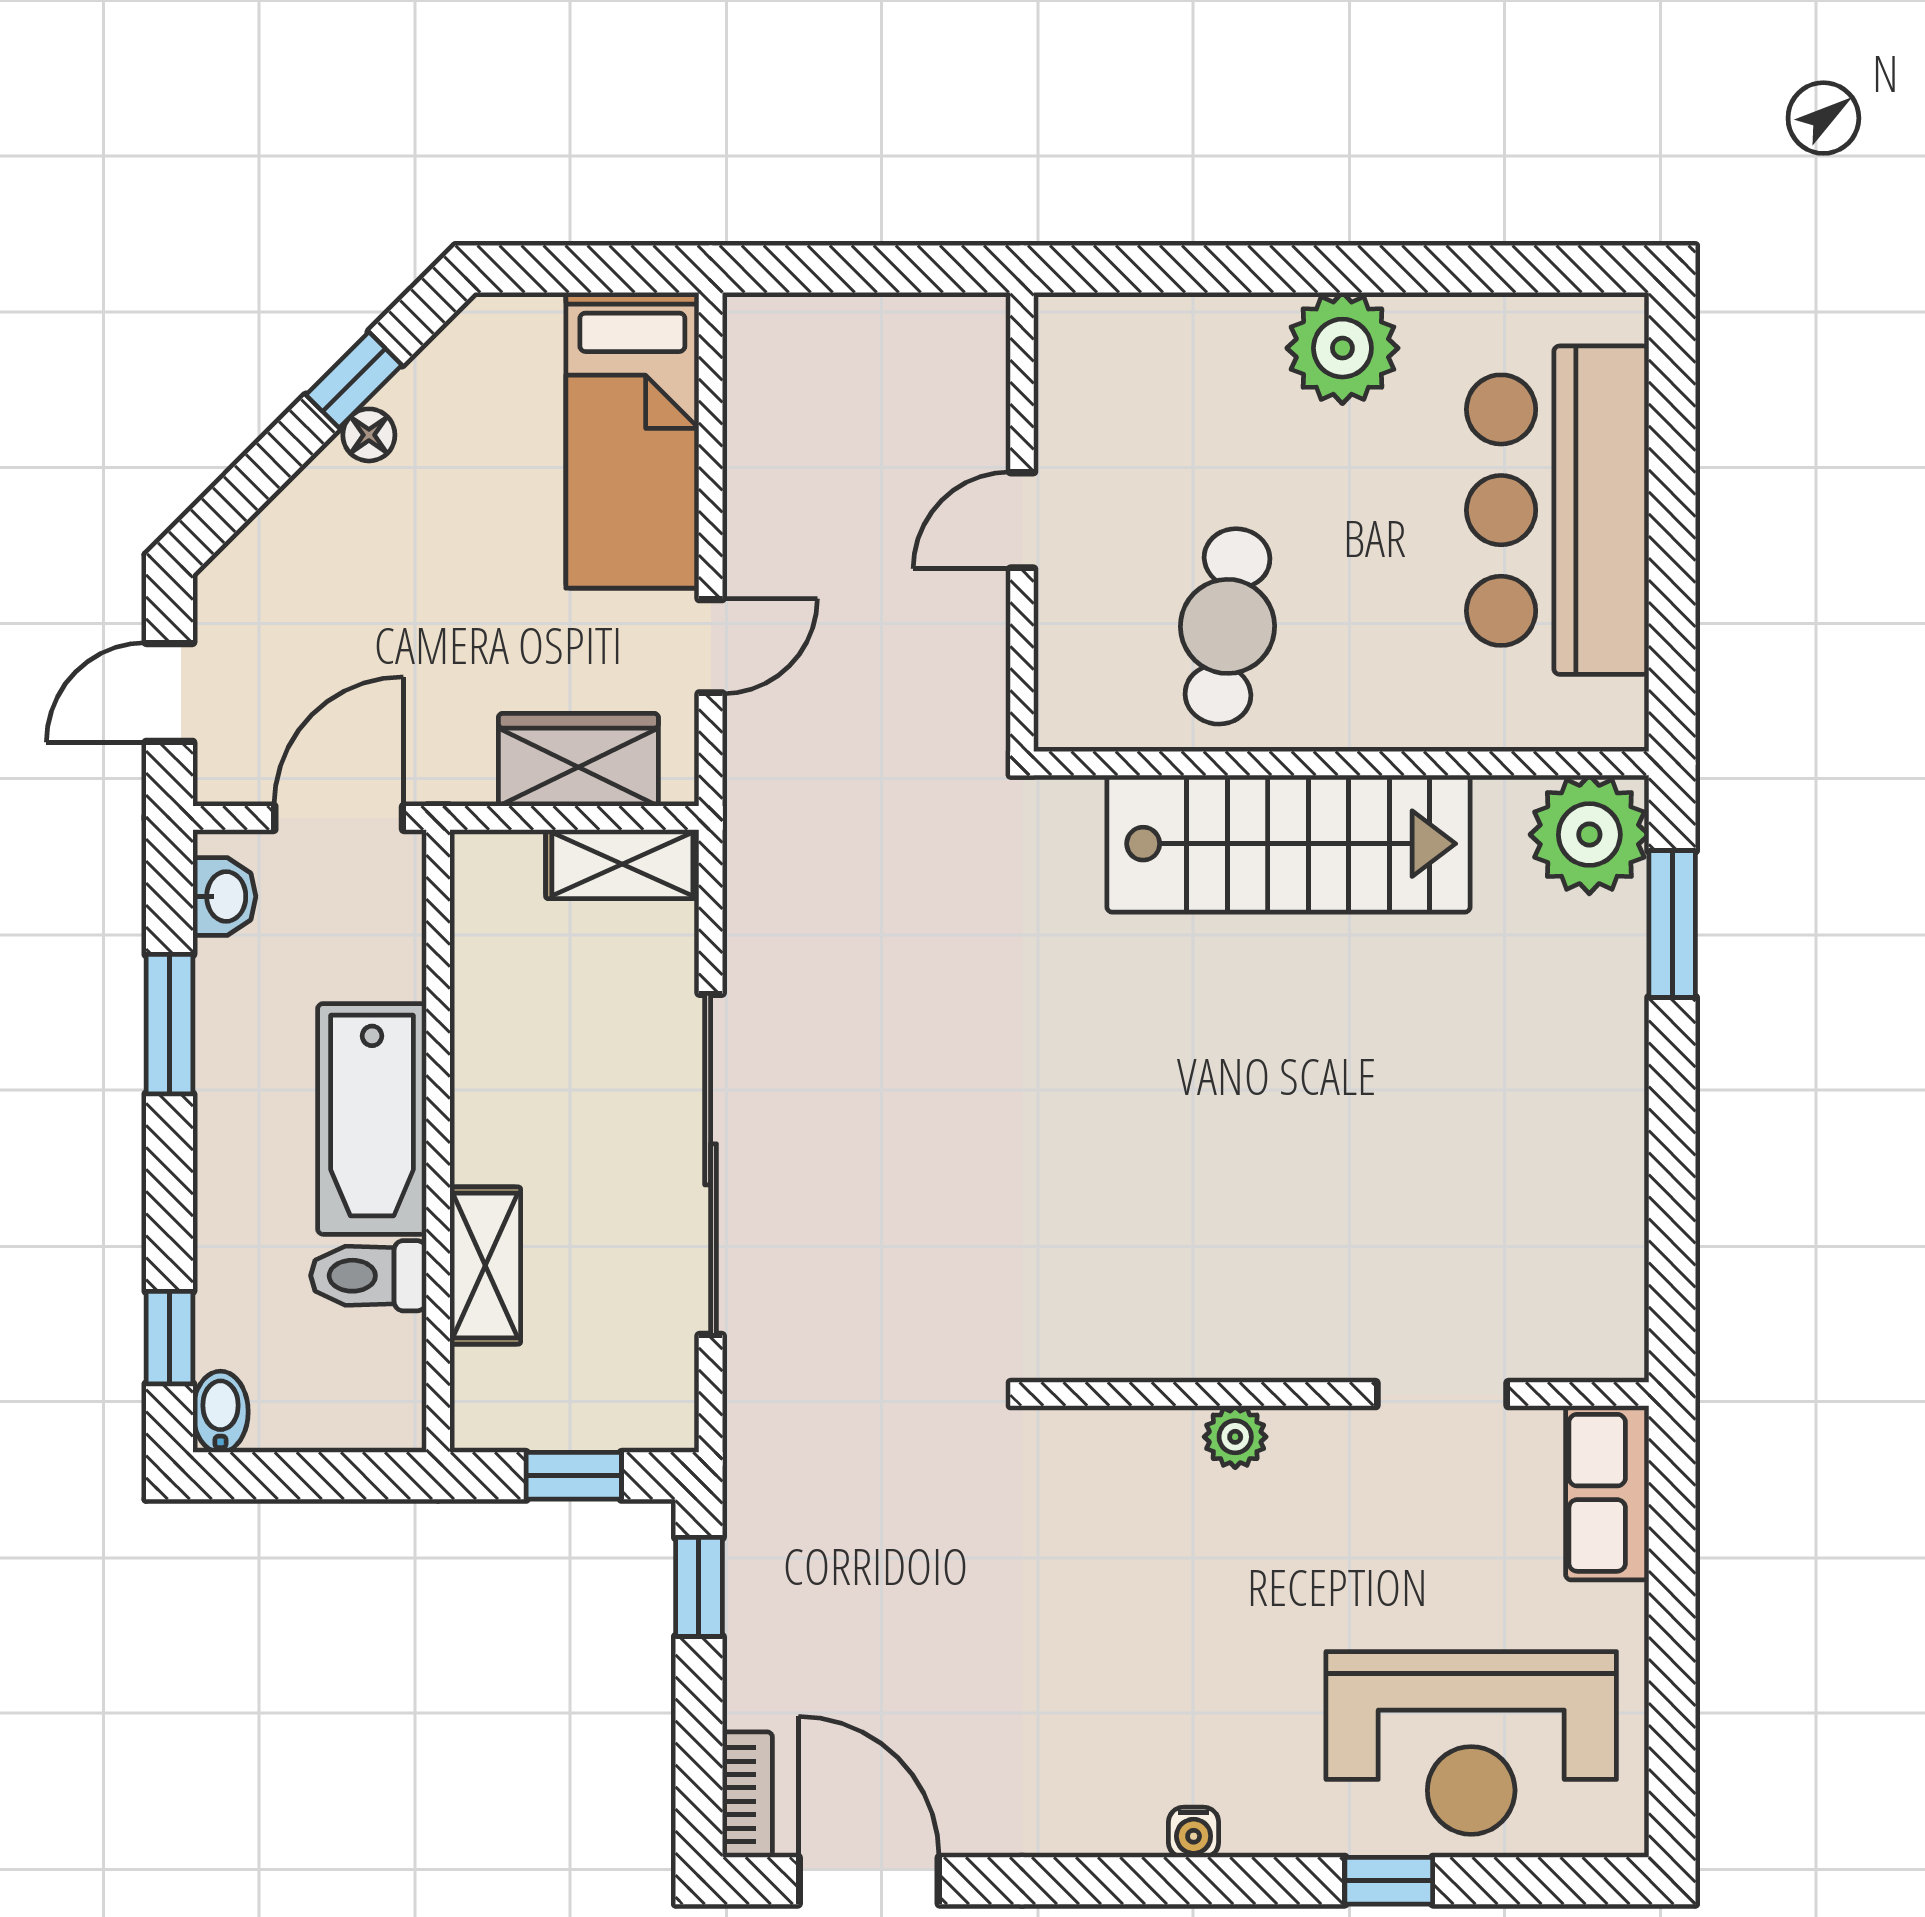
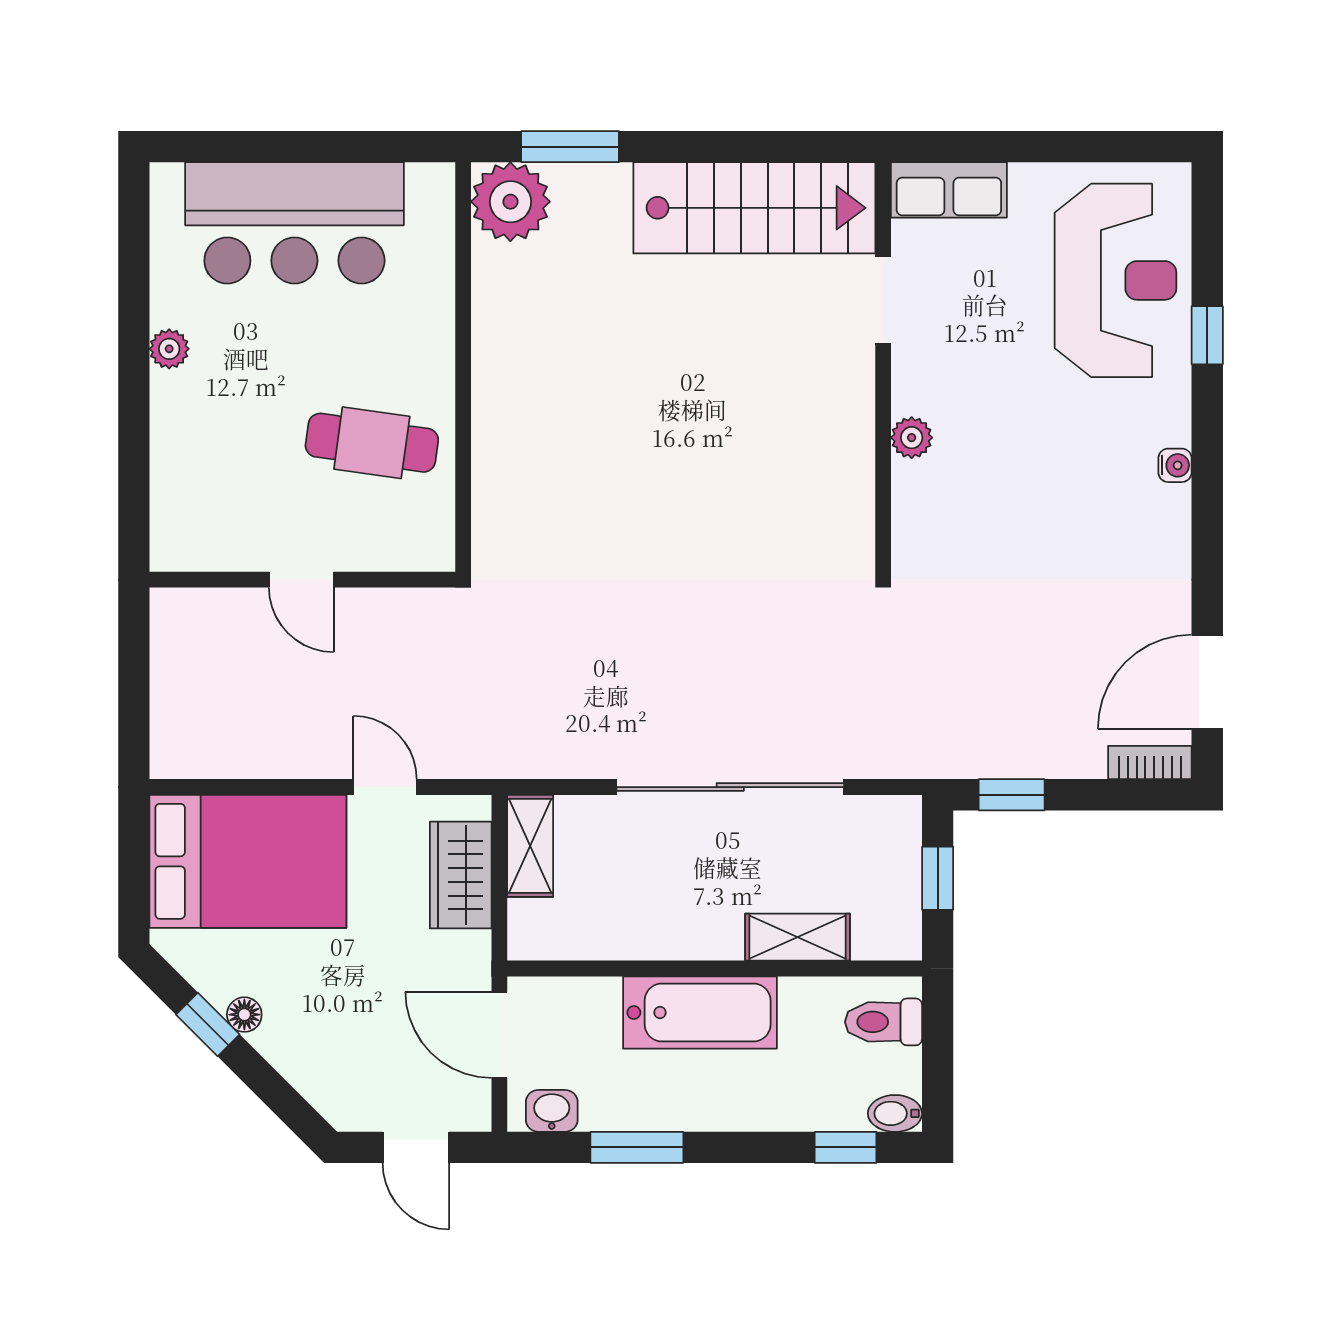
plant: (1342, 348) -> (169, 349), width x0.53, depth x0.53
bed: (632, 440) -> (248, 861), width x1.50
stairs: (1289, 844) -> (754, 208), moved, turned 90
toilet: (368, 1276) -> (883, 1022), moved, turned 90

